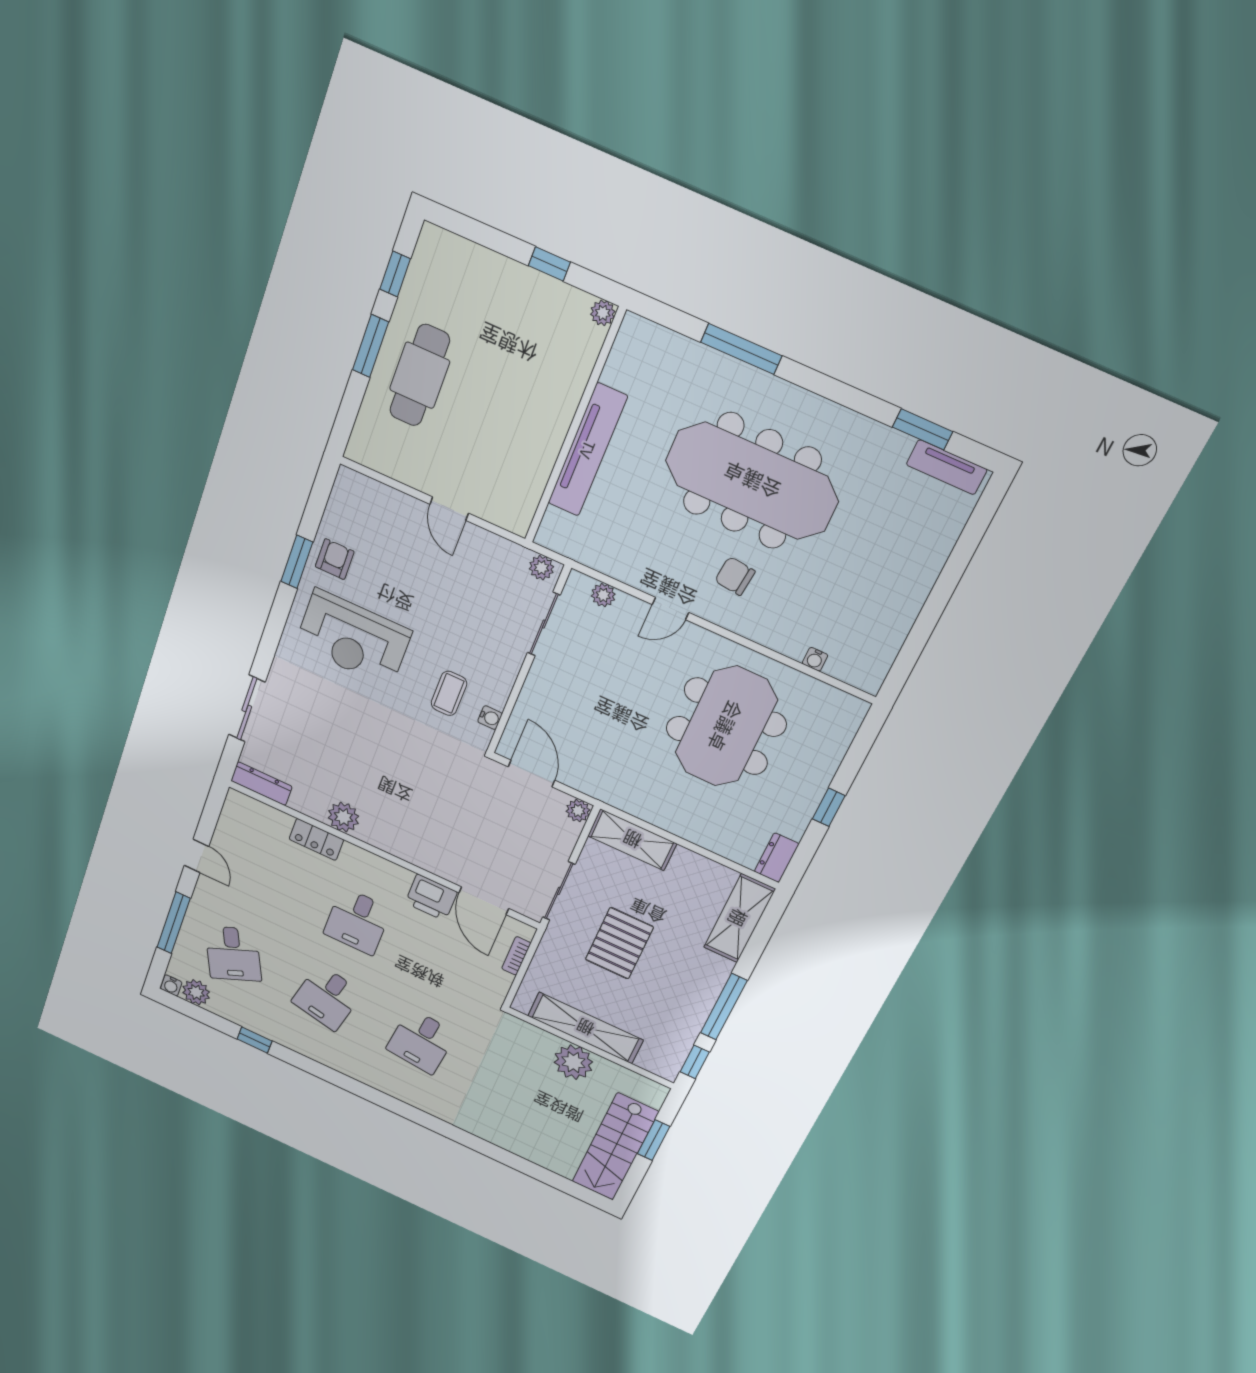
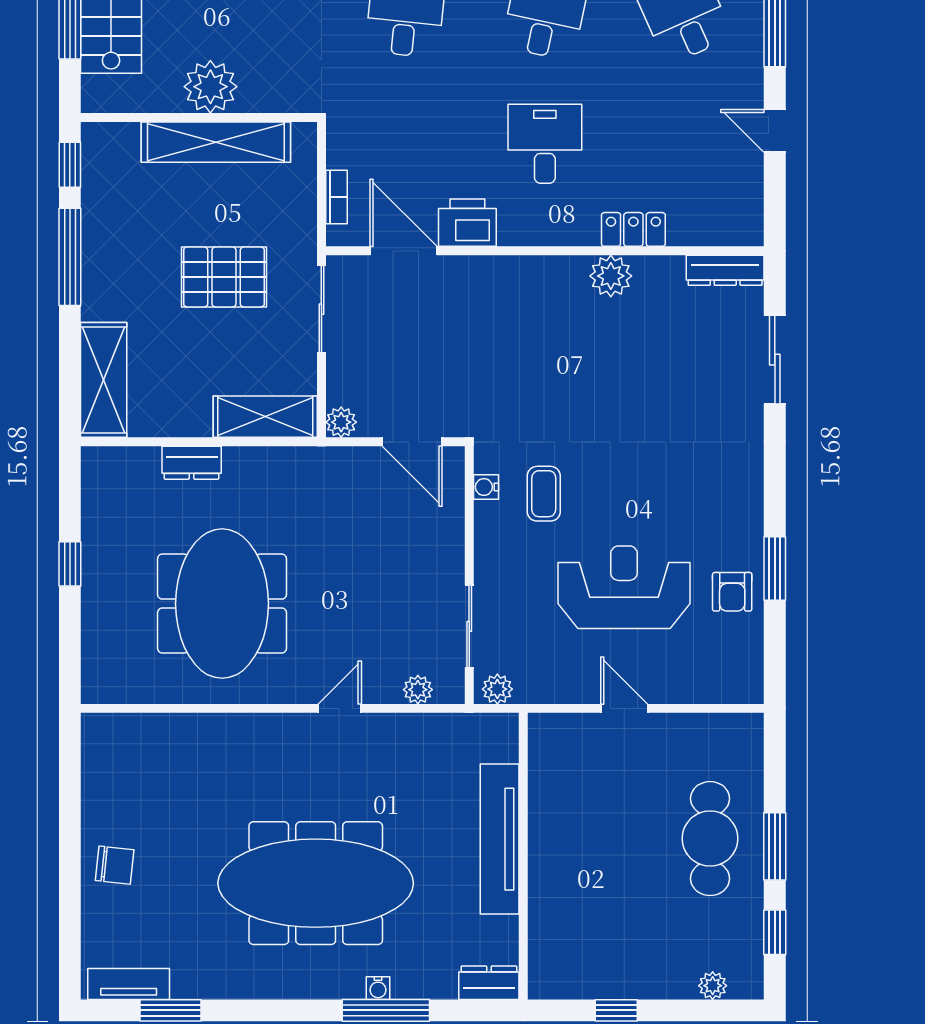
plant: (603, 313) -> (713, 986), moved
dresser: (645, 335) -> (489, 983), added
chair: (735, 576) -> (115, 865), moved
reception desk: (353, 638) -> (624, 587), moved
water cooler: (815, 659) -> (378, 988), moved, turned 180
dresser: (777, 858) -> (192, 463), moved, turned 90
pallet: (619, 943) -> (224, 277), turned 90

